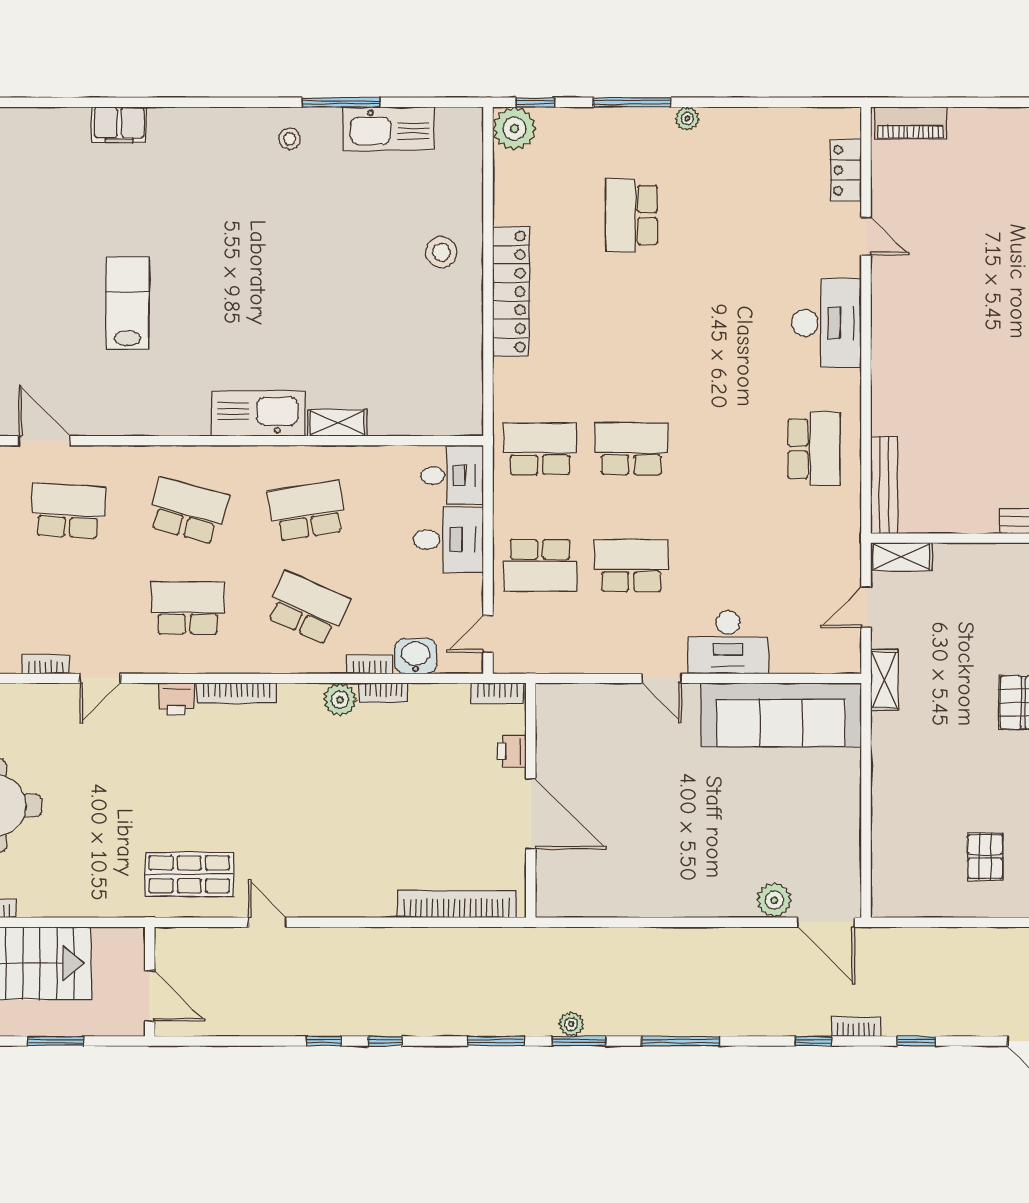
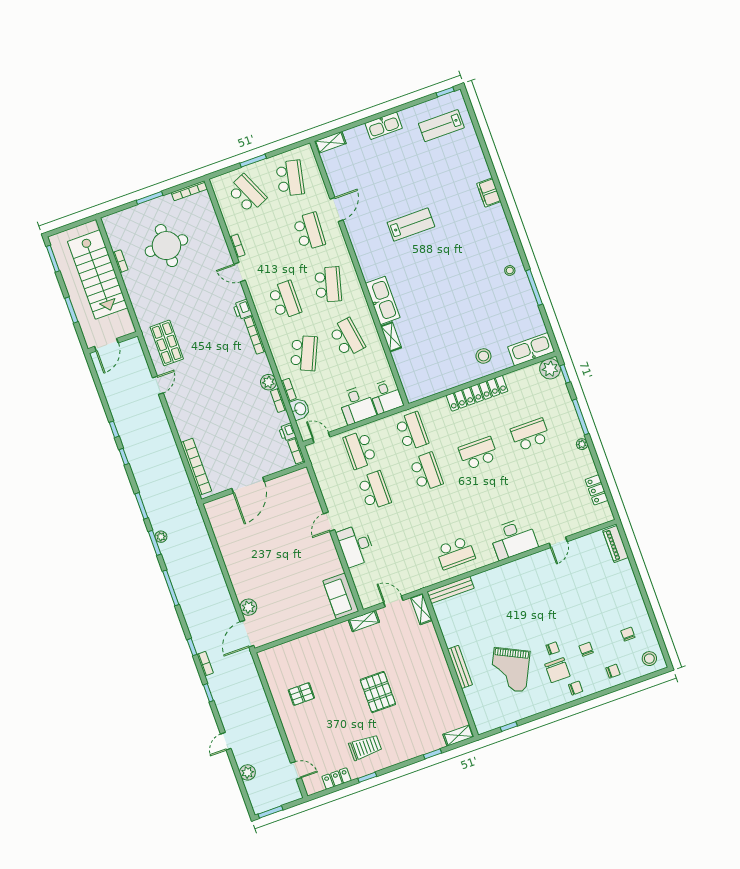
kitchen sink: (389, 129) -> (531, 349), moved, turned 90
locker: (846, 170) -> (597, 490), moved, turned -90
school desk: (631, 332) -> (478, 453), added
sofa: (781, 715) -> (341, 596), width x0.54, depth x0.79
printer: (512, 751) -> (287, 432), moved, turned -90

